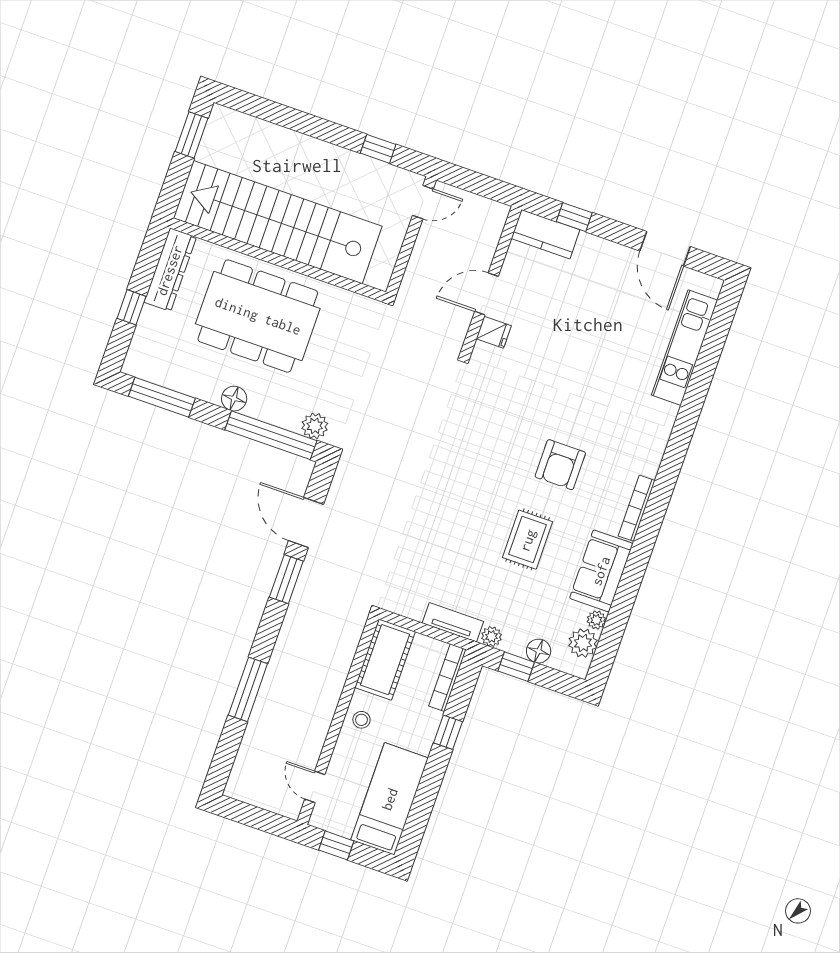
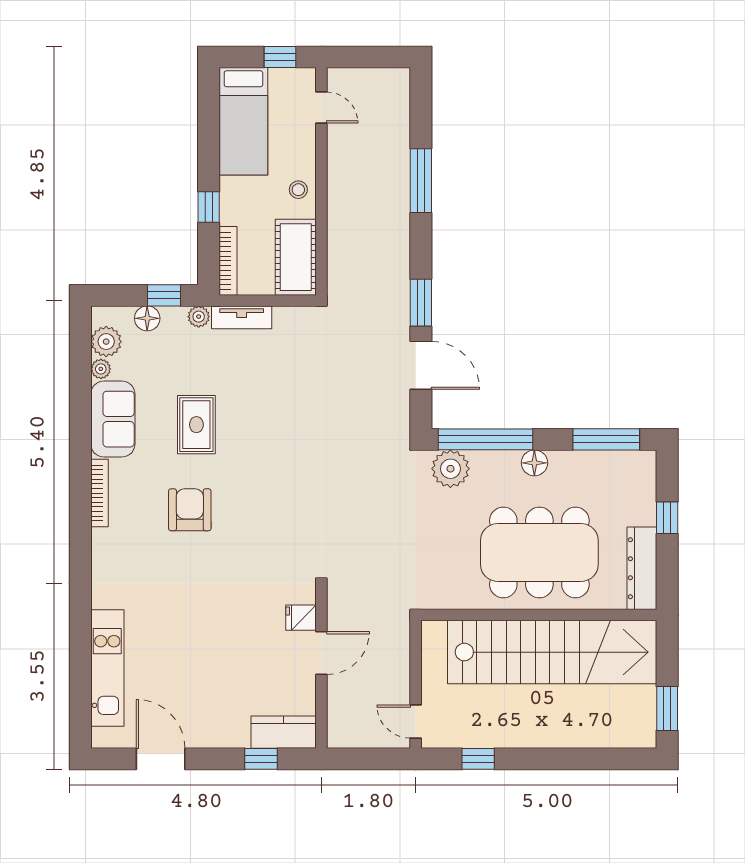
door: (423, 202) -> (416, 722), hinge flipped
plant: (315, 426) -> (450, 469), width x1.36, depth x1.36

